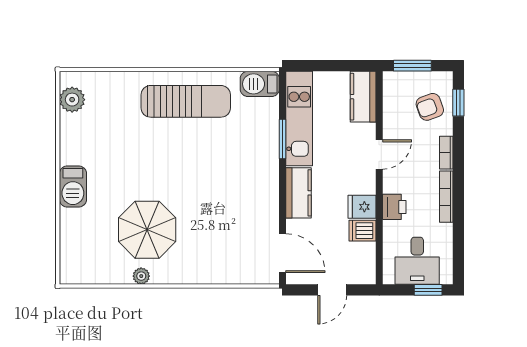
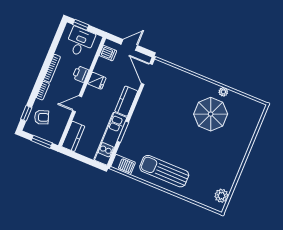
barbecue: (73, 186) -> (239, 152), removed
dishwasher: (363, 231) -> (108, 53), moved

